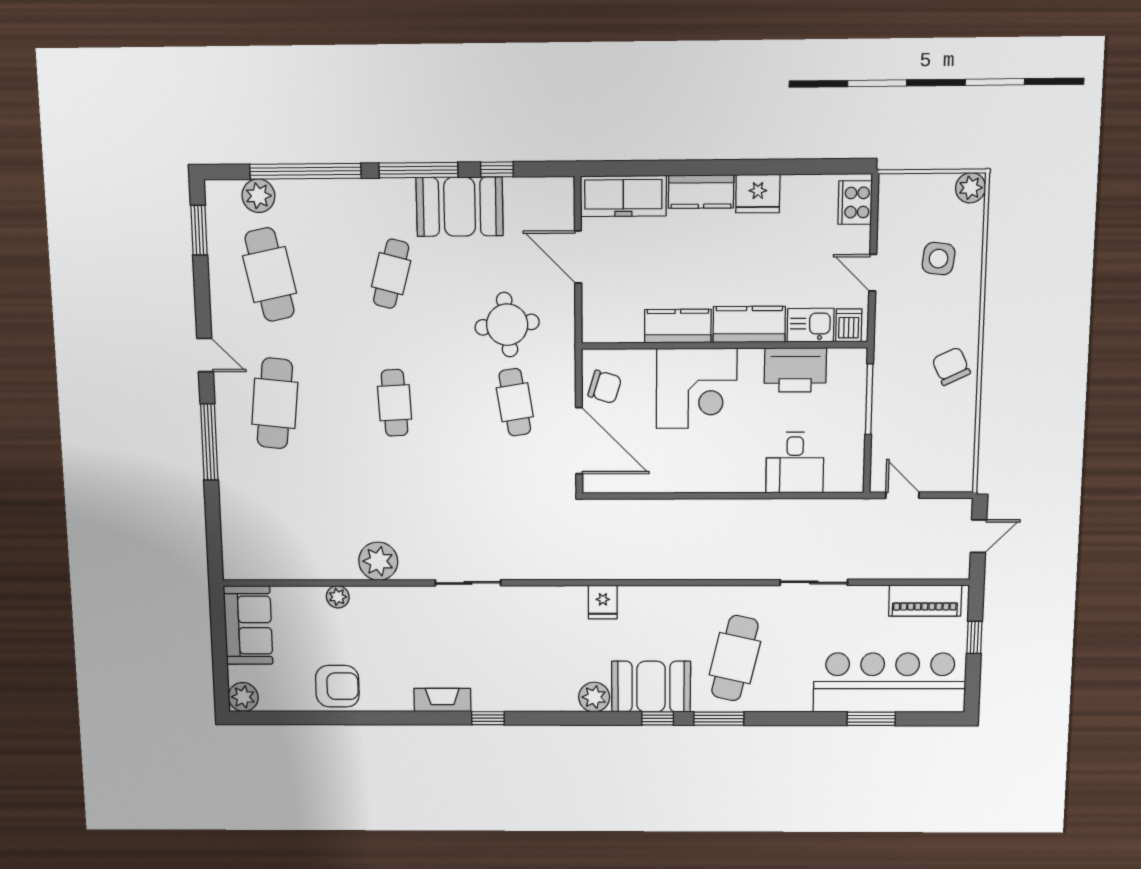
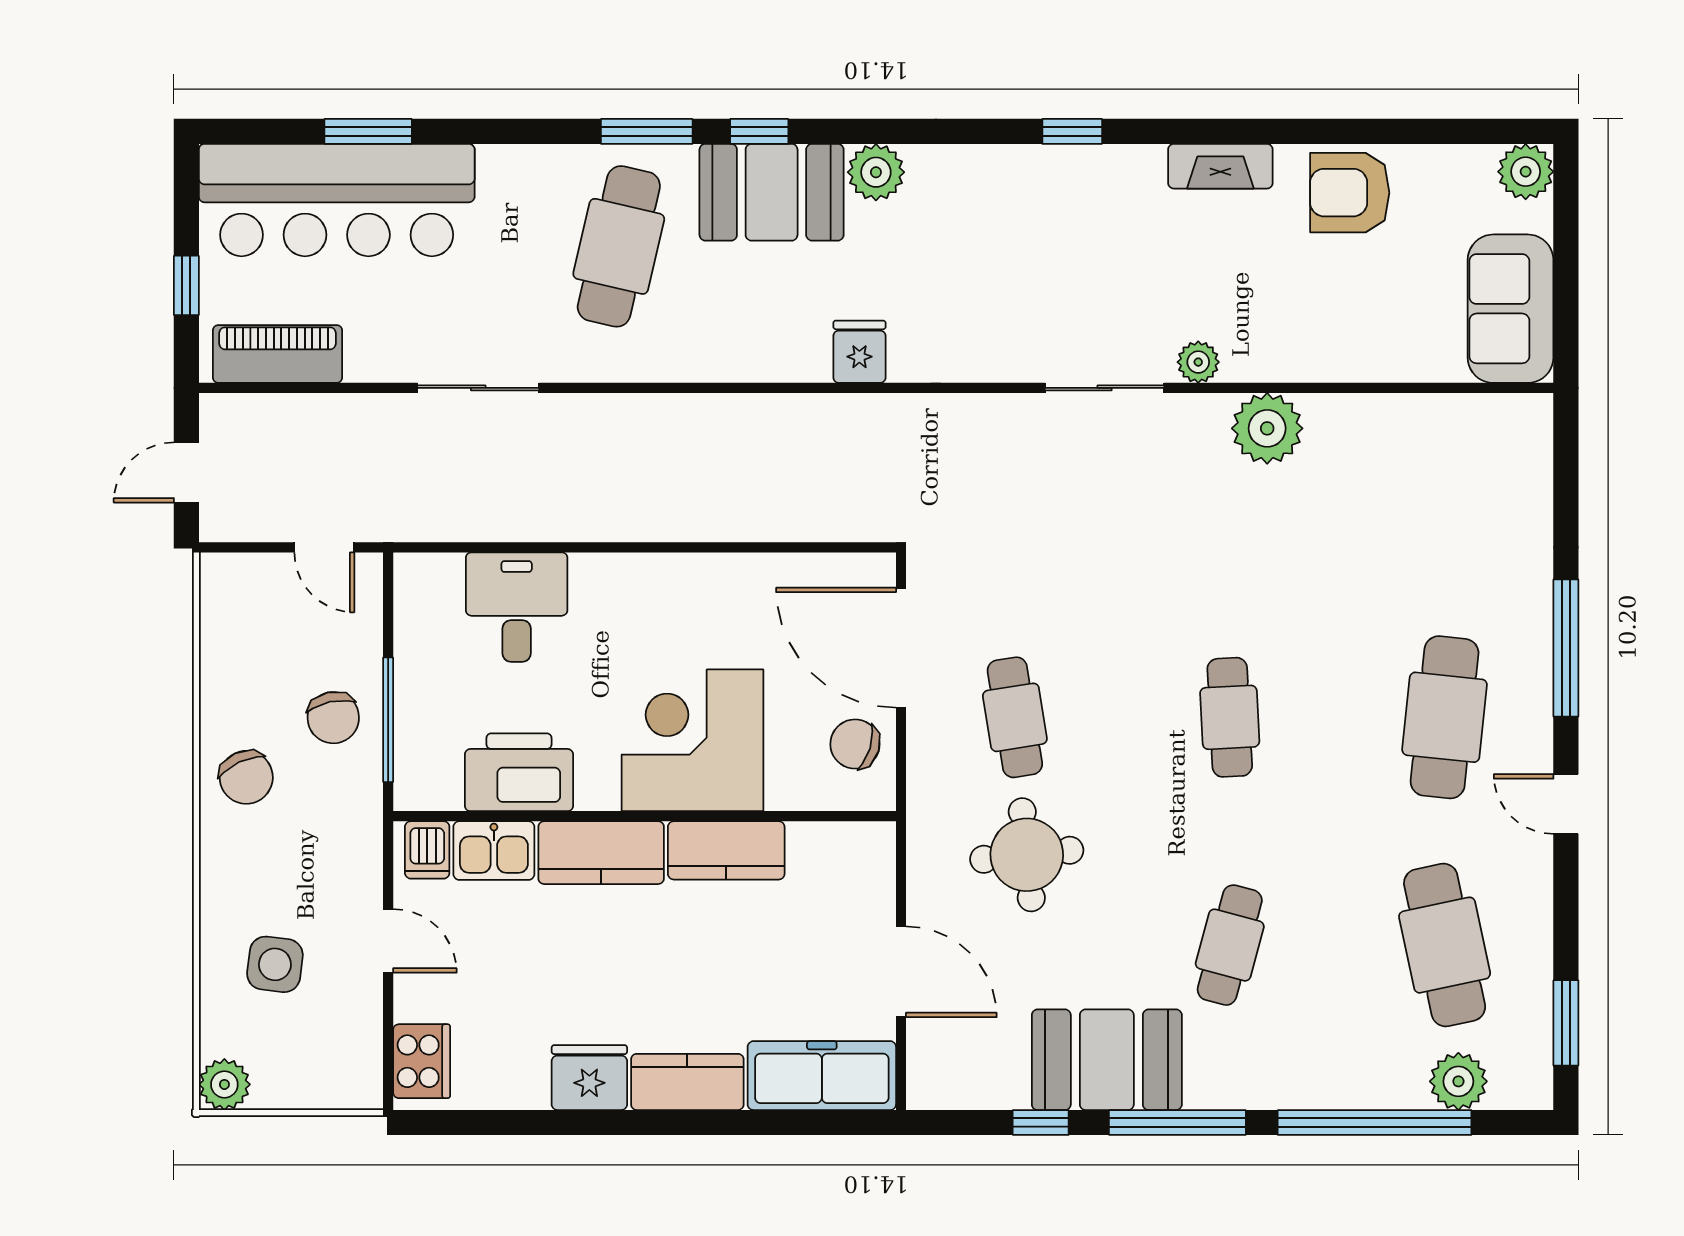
chair: (900, 400) -> (333, 718), added
plant: (338, 597) -> (1198, 362), moved
fireplace: (442, 700) -> (1220, 166), moved

